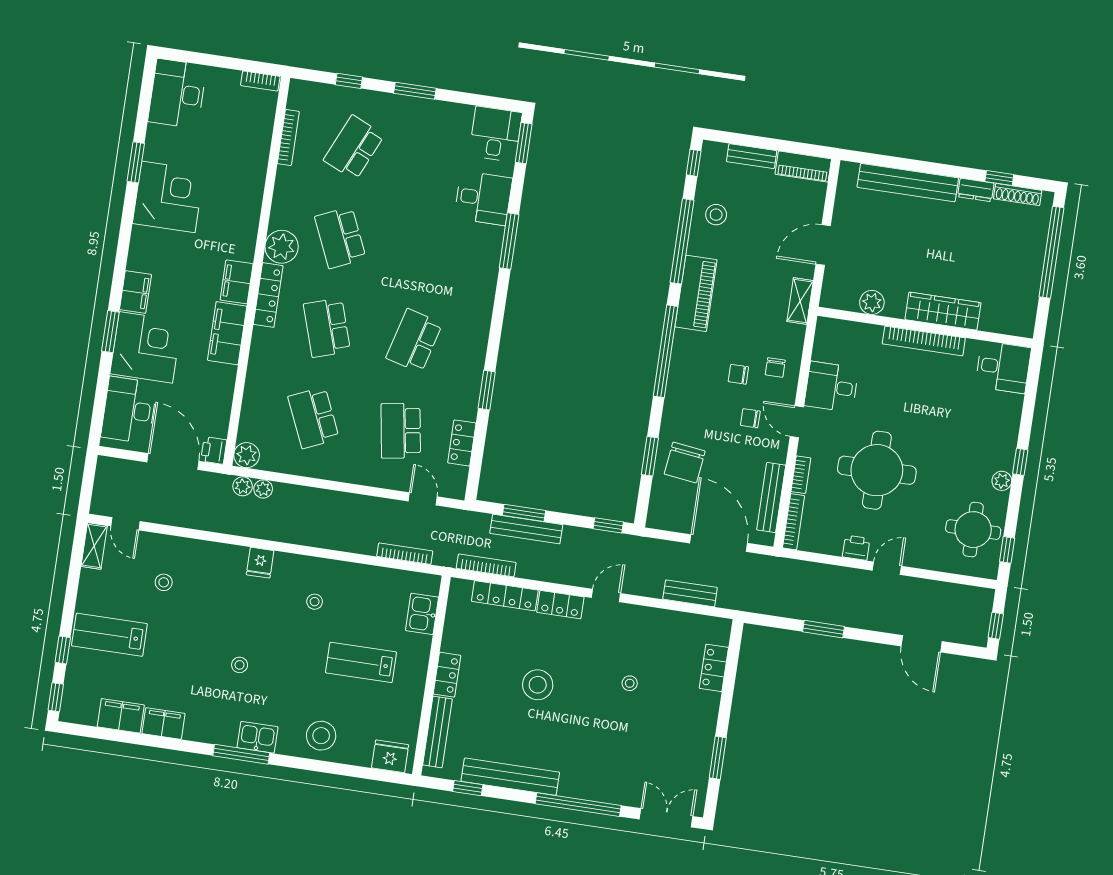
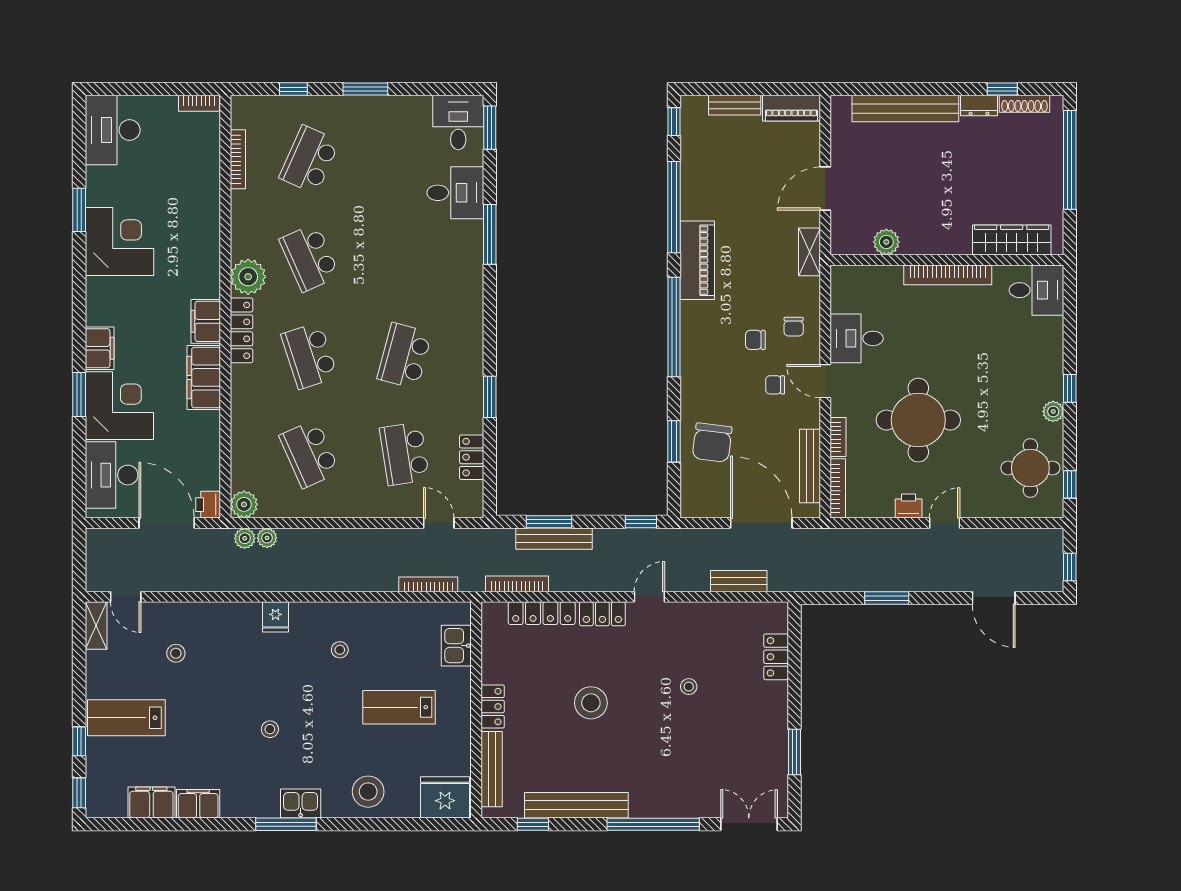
stool: (716, 215) -> (706, 173), removed
wardrobe: (943, 311) -> (1012, 240), moved
fridge: (390, 756) -> (445, 797), width x1.36, depth x1.34

